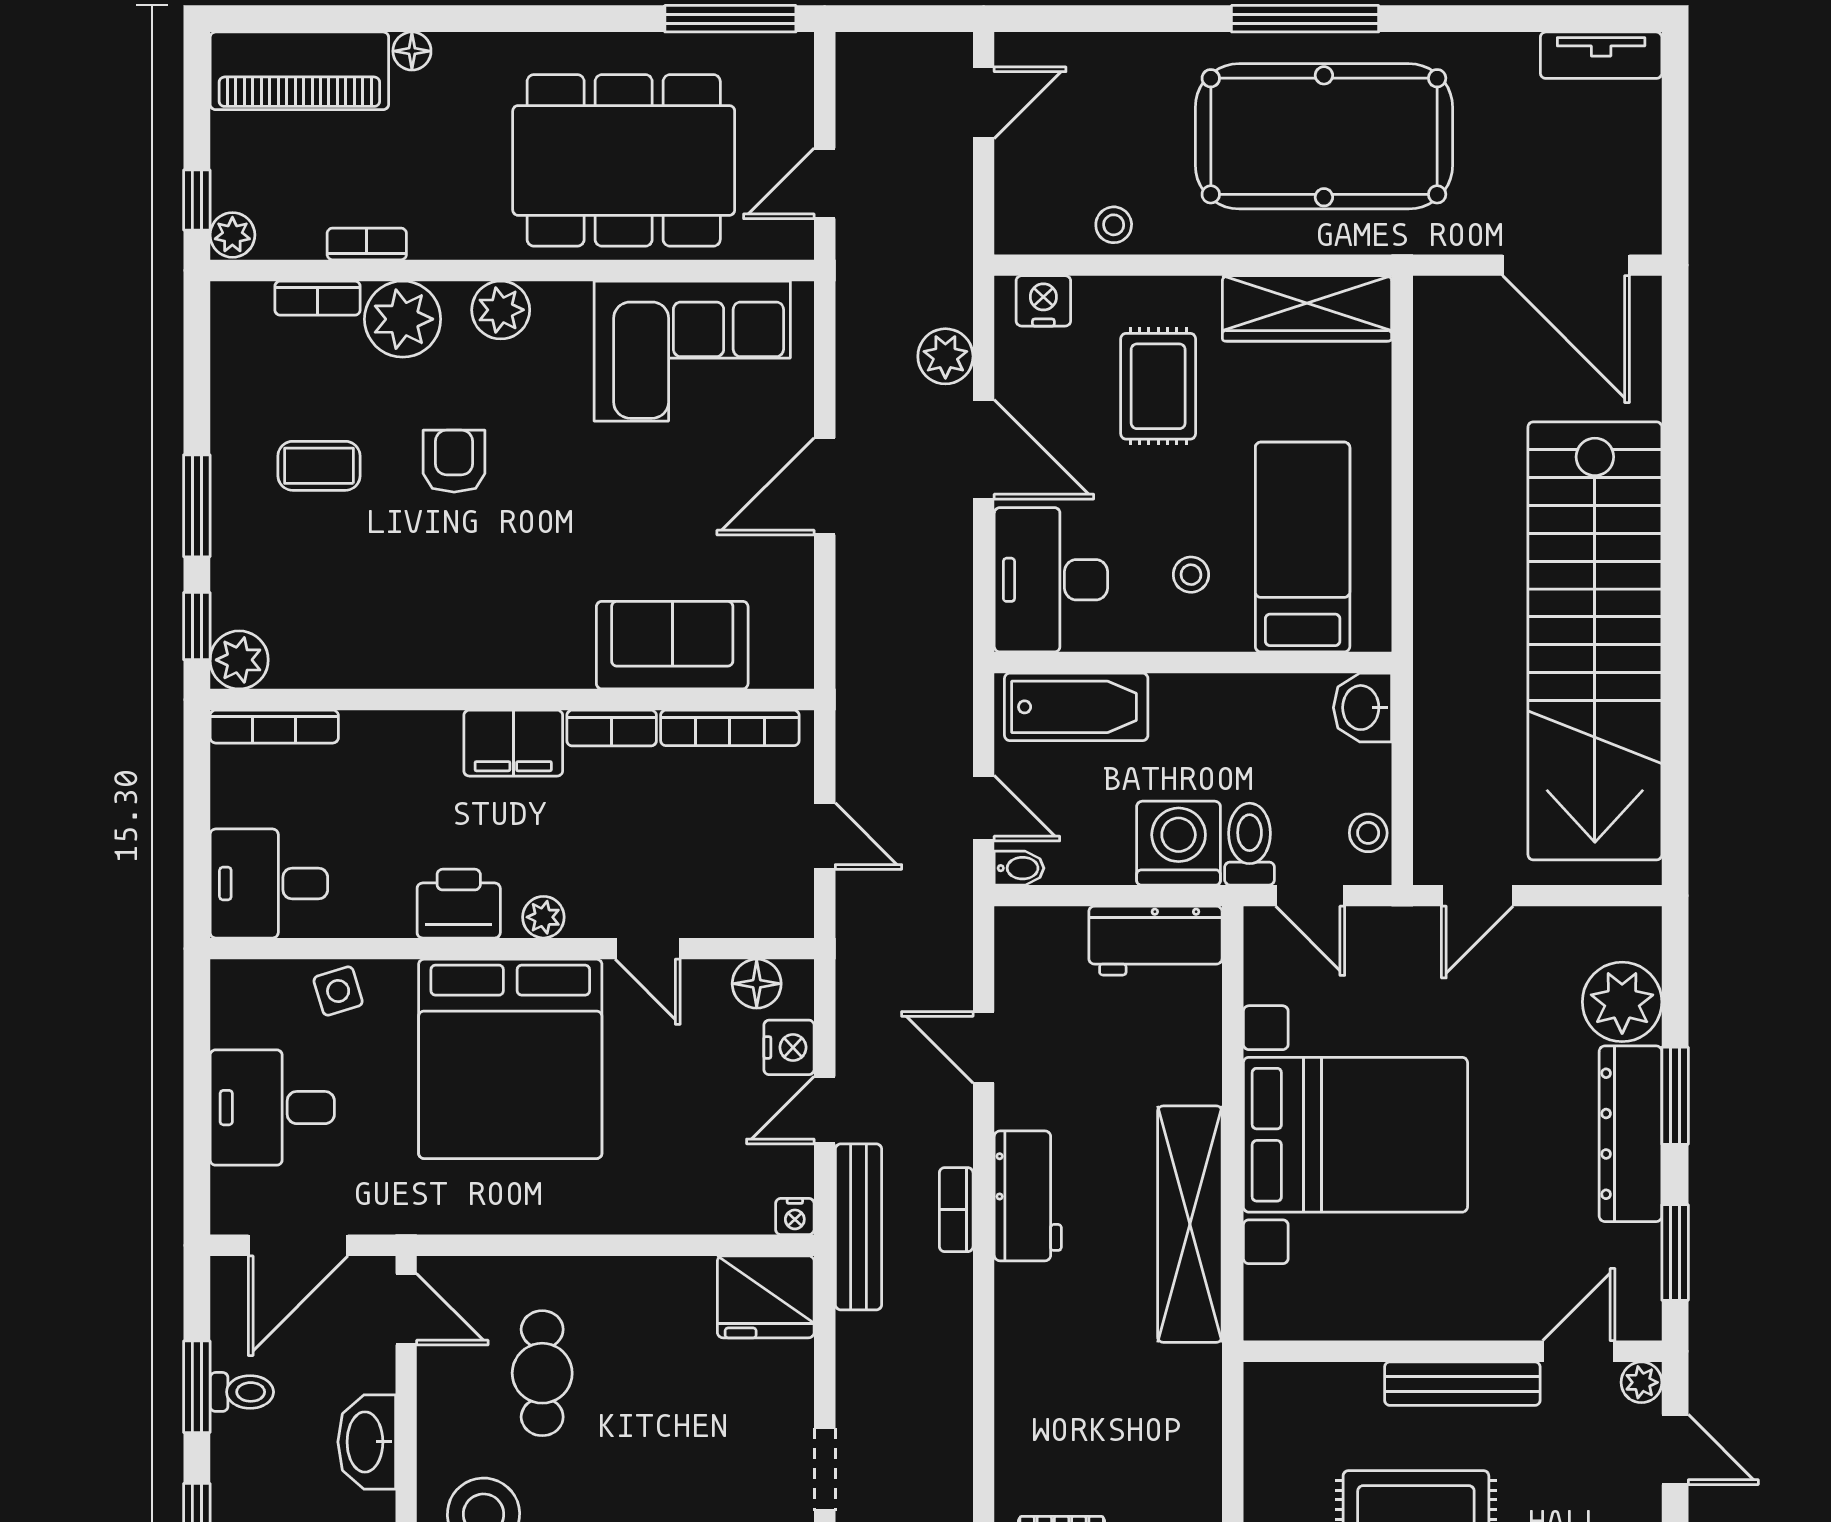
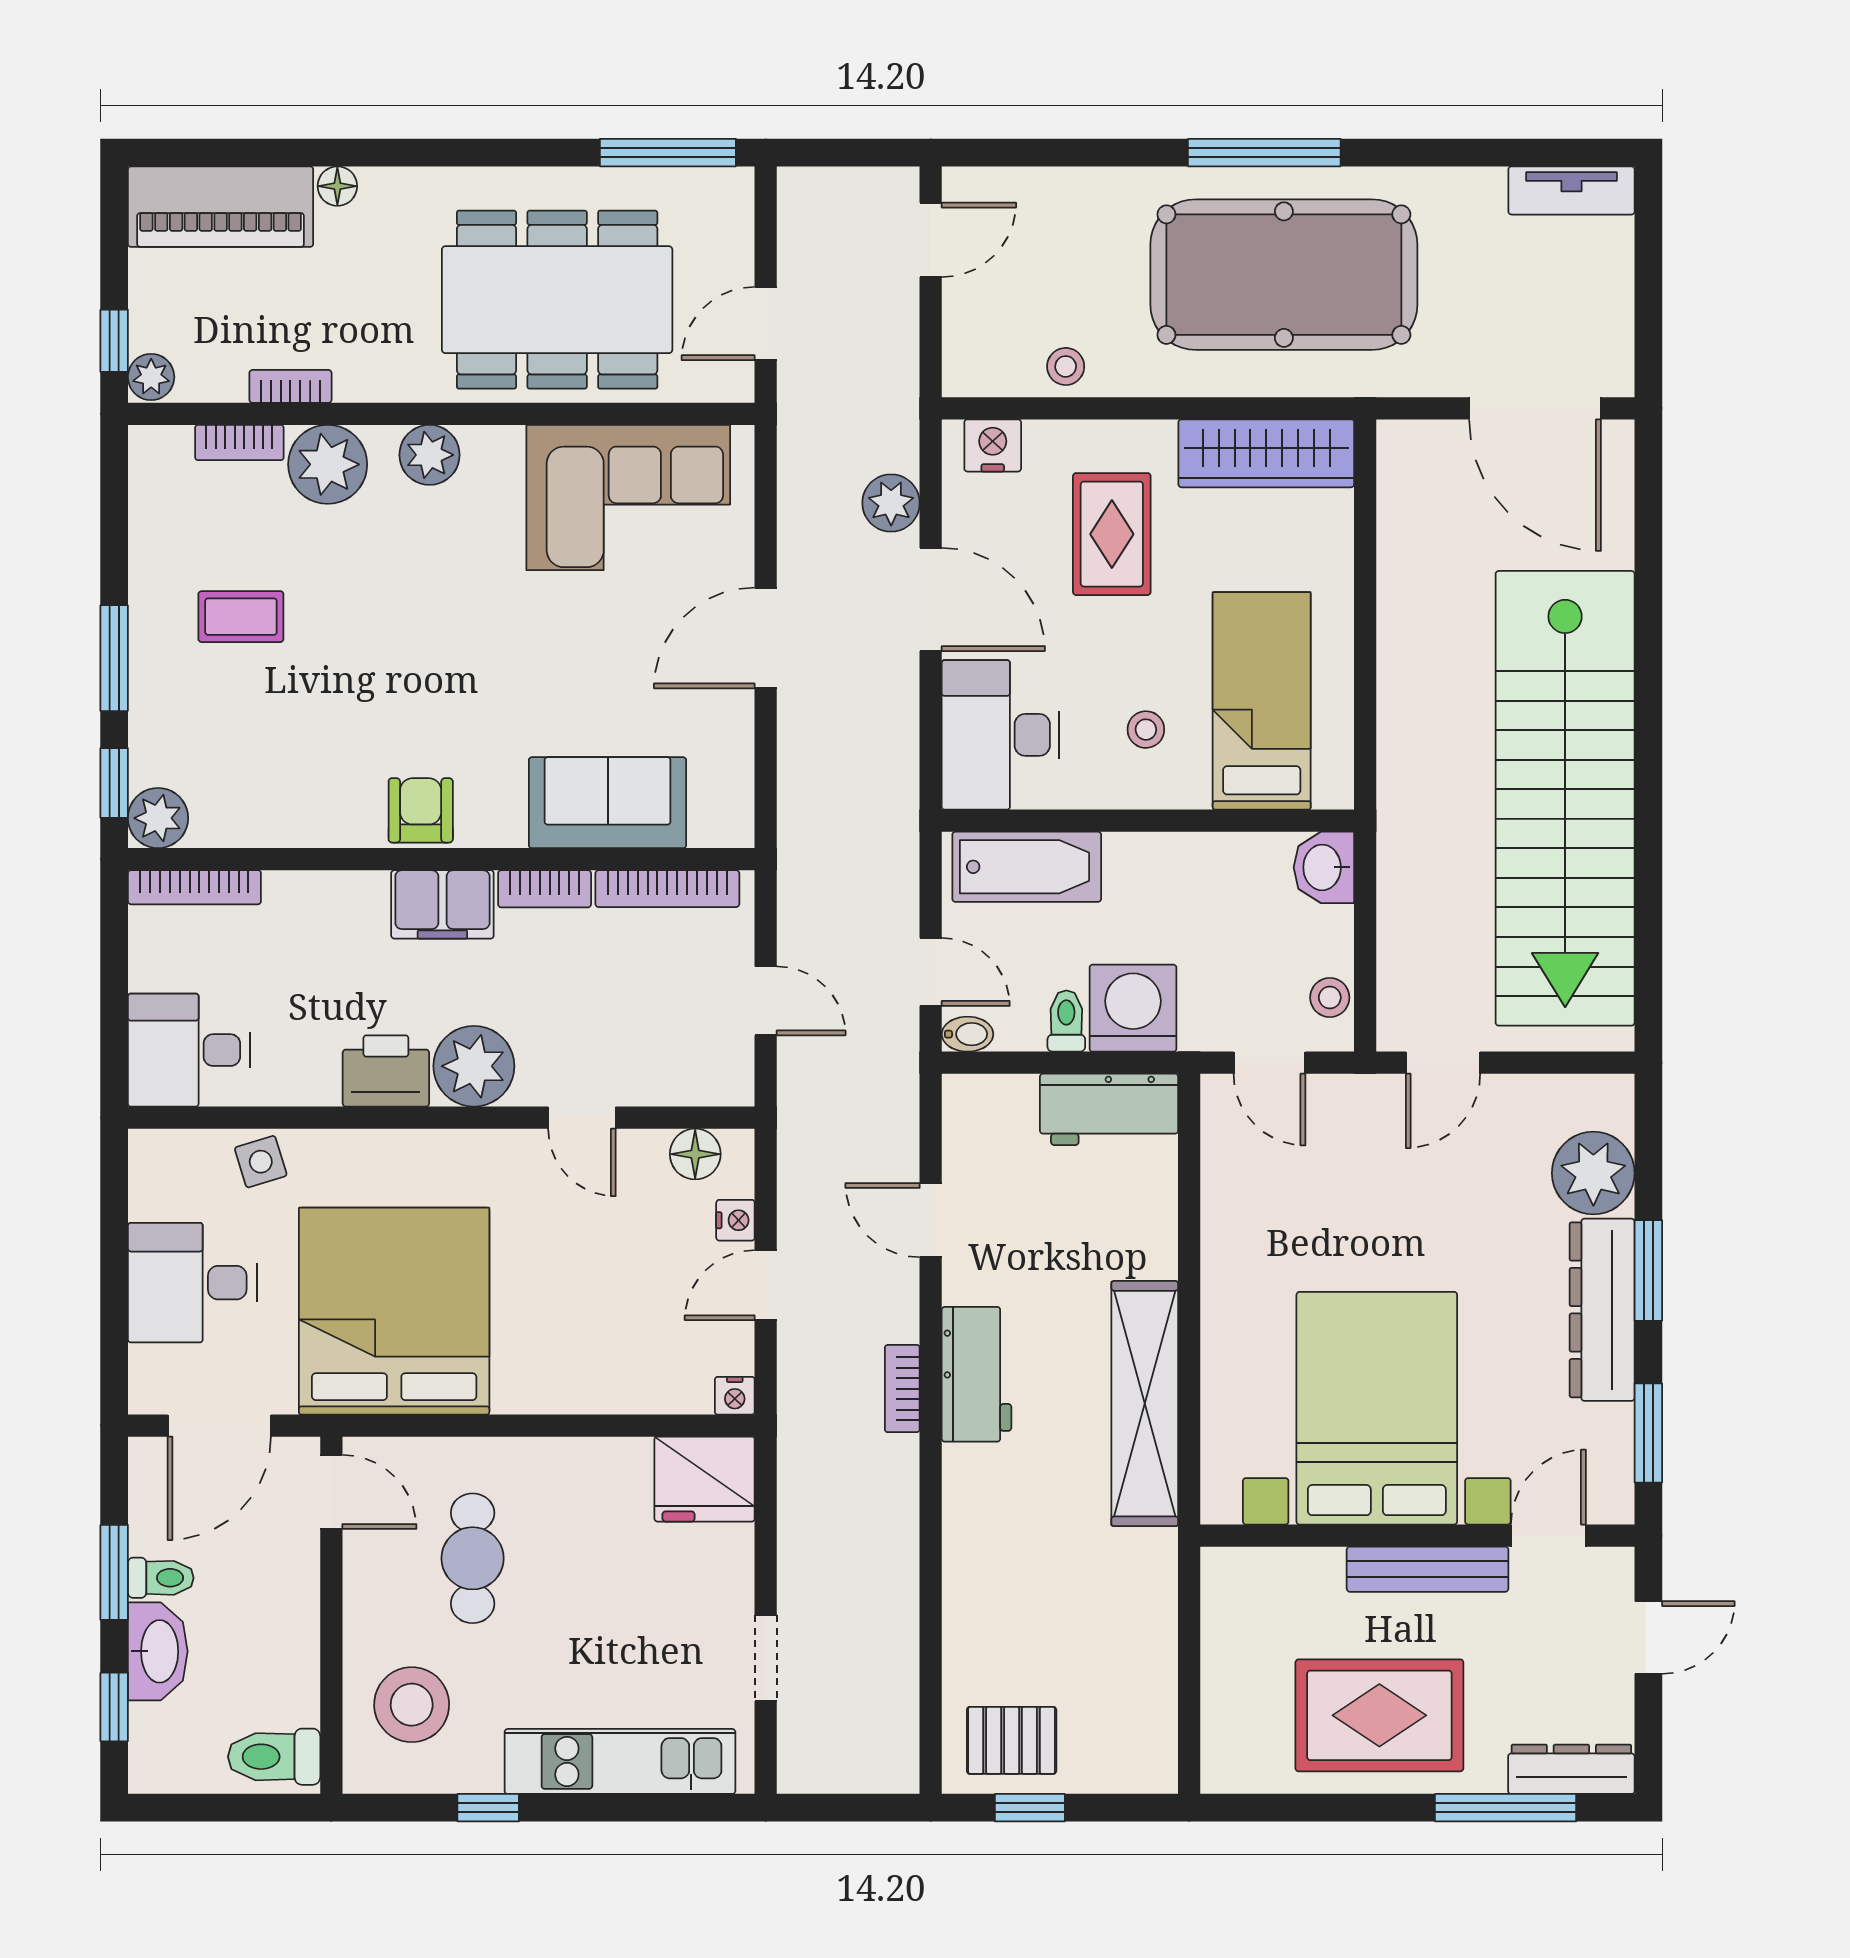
armchair: (454, 461) -> (421, 810), moved
toilet: (1250, 844) -> (1066, 1021), moved, width x0.73, depth x0.72
plant: (543, 917) -> (474, 1066), width x1.88, depth x1.88
nightstand: (789, 1047) -> (735, 1220), width x0.72, depth x0.74
bed: (510, 1059) -> (394, 1311), moved, turned 180
bed with nightstands: (1355, 1135) -> (1377, 1408), moved, turned -90
bench: (859, 1227) -> (801, 1406), removed
plant: (1641, 1382) -> (1613, 1568), removed
washbasin: (367, 1442) -> (158, 1651), moved, turned 180
door: (1675, 1449) -> (1648, 1637), hinge flipped

